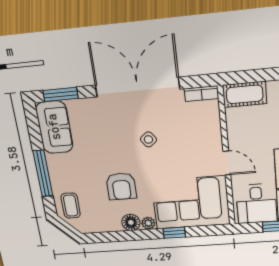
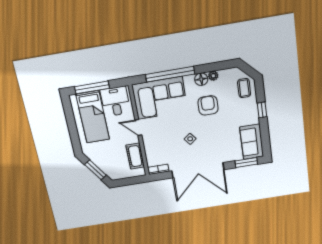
cot: (245, 94) -> (135, 156), moved, turned 90
window: (43, 173) -> (262, 110), width x0.46
plant: (148, 223) -> (213, 76), moved
window: (174, 233) -> (170, 74), width x3.17

